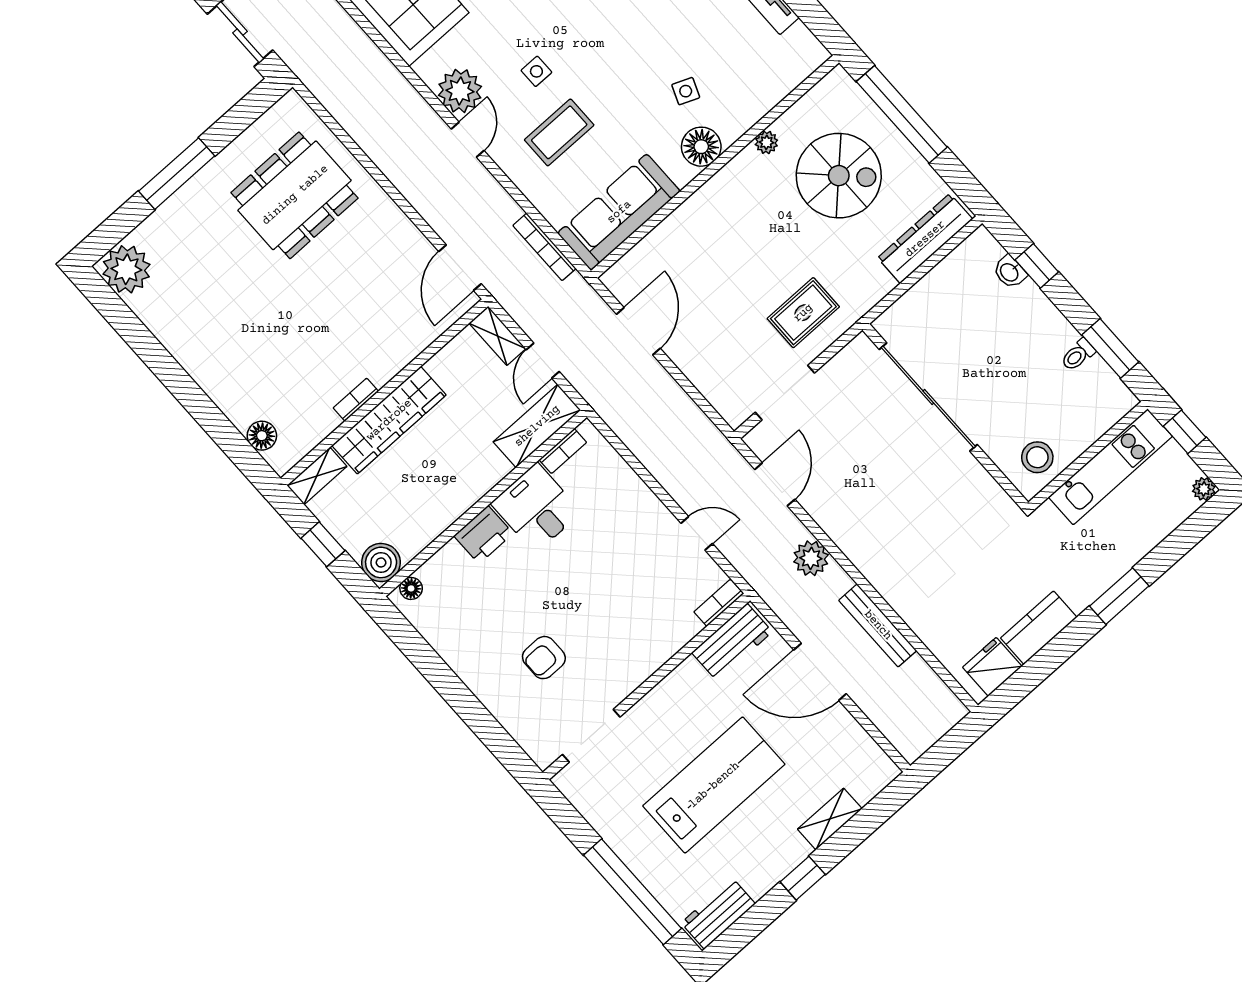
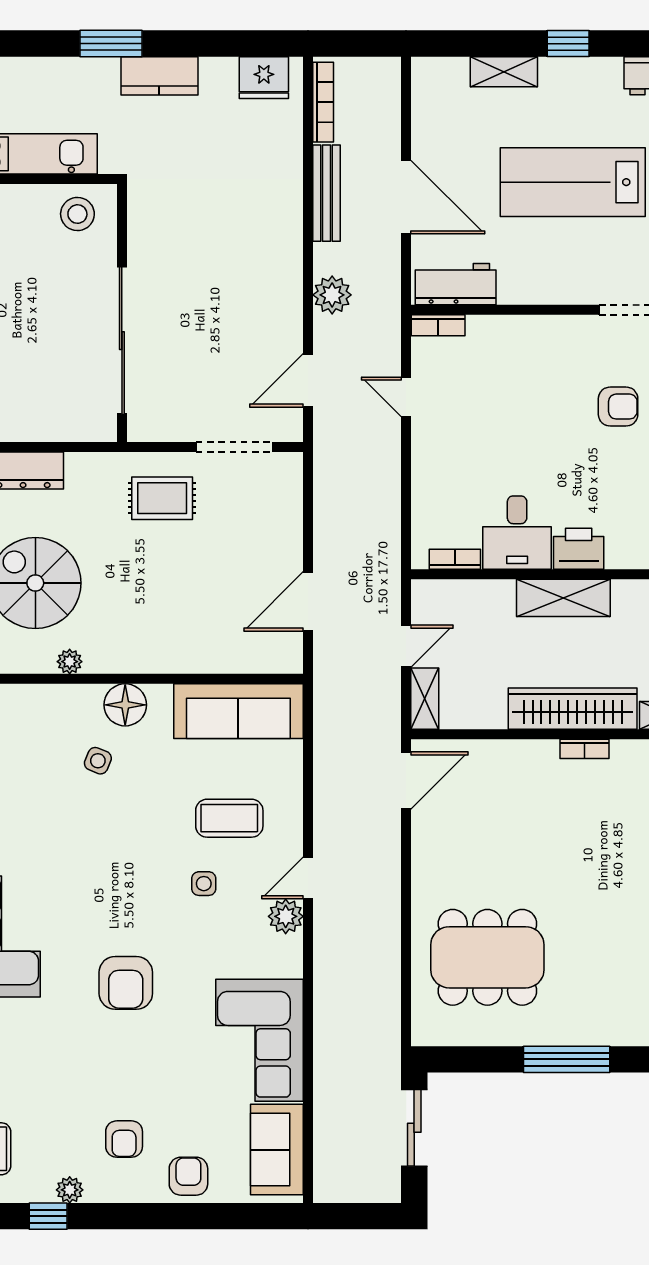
plant: (460, 91) -> (286, 916), width x0.73, depth x0.73
bookcase: (544, 247) -> (323, 102), moved
shelving: (537, 426) -> (563, 598), moved
kitchen counter: (1039, 628) -> (159, 76), moved

